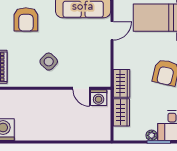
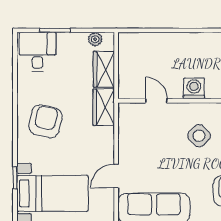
washing machine: (99, 98) -> (194, 88), moved
plant: (151, 135) -> (95, 39), moved

